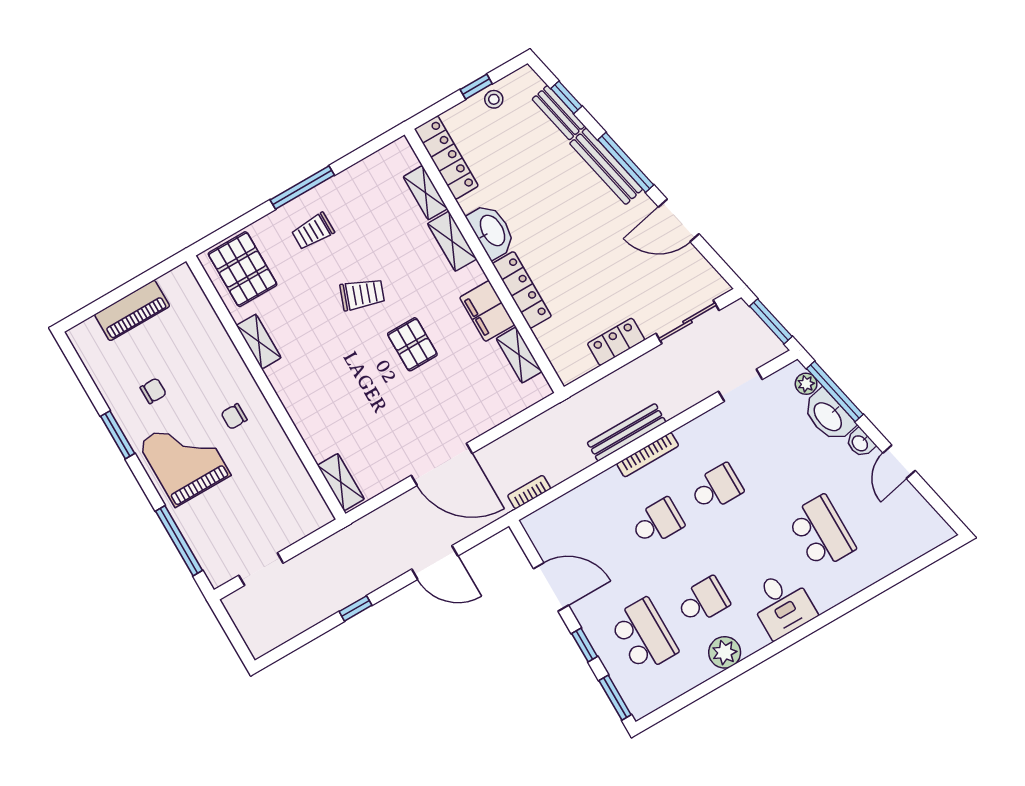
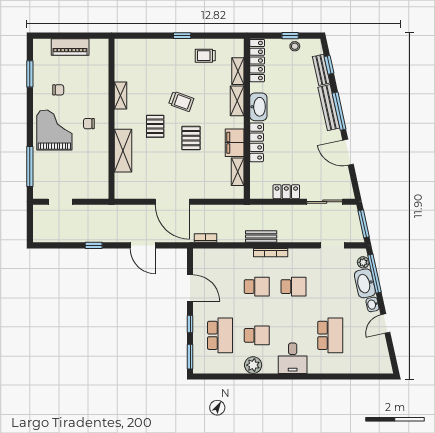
window: (302, 187) -> (182, 36), width x0.46
trolley: (313, 231) -> (205, 56), moved
pallet: (243, 269) -> (155, 126), moved, width x0.67, depth x0.71
bench: (627, 432) -> (261, 237), width x0.73
window: (118, 435) -> (30, 74), moved
shelving: (341, 482) -> (123, 151), moved, width x1.50, depth x1.33

